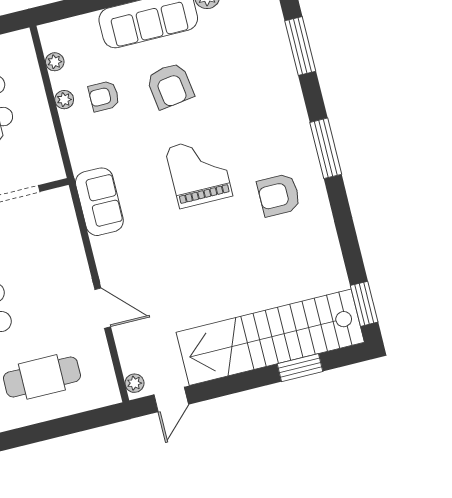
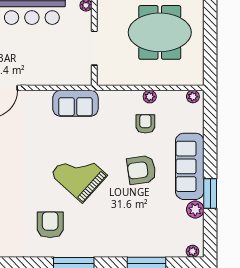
plant: (55, 62) -> (193, 97), moved
grand piano: (199, 172) -> (79, 175), turned -138

